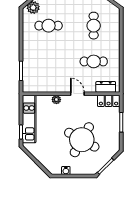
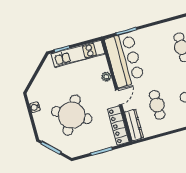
bar counter: (46, 79) -> (125, 60), added
dresser: (106, 87) -> (134, 125), width x1.44
locker: (109, 101) -> (118, 126), width x1.53

